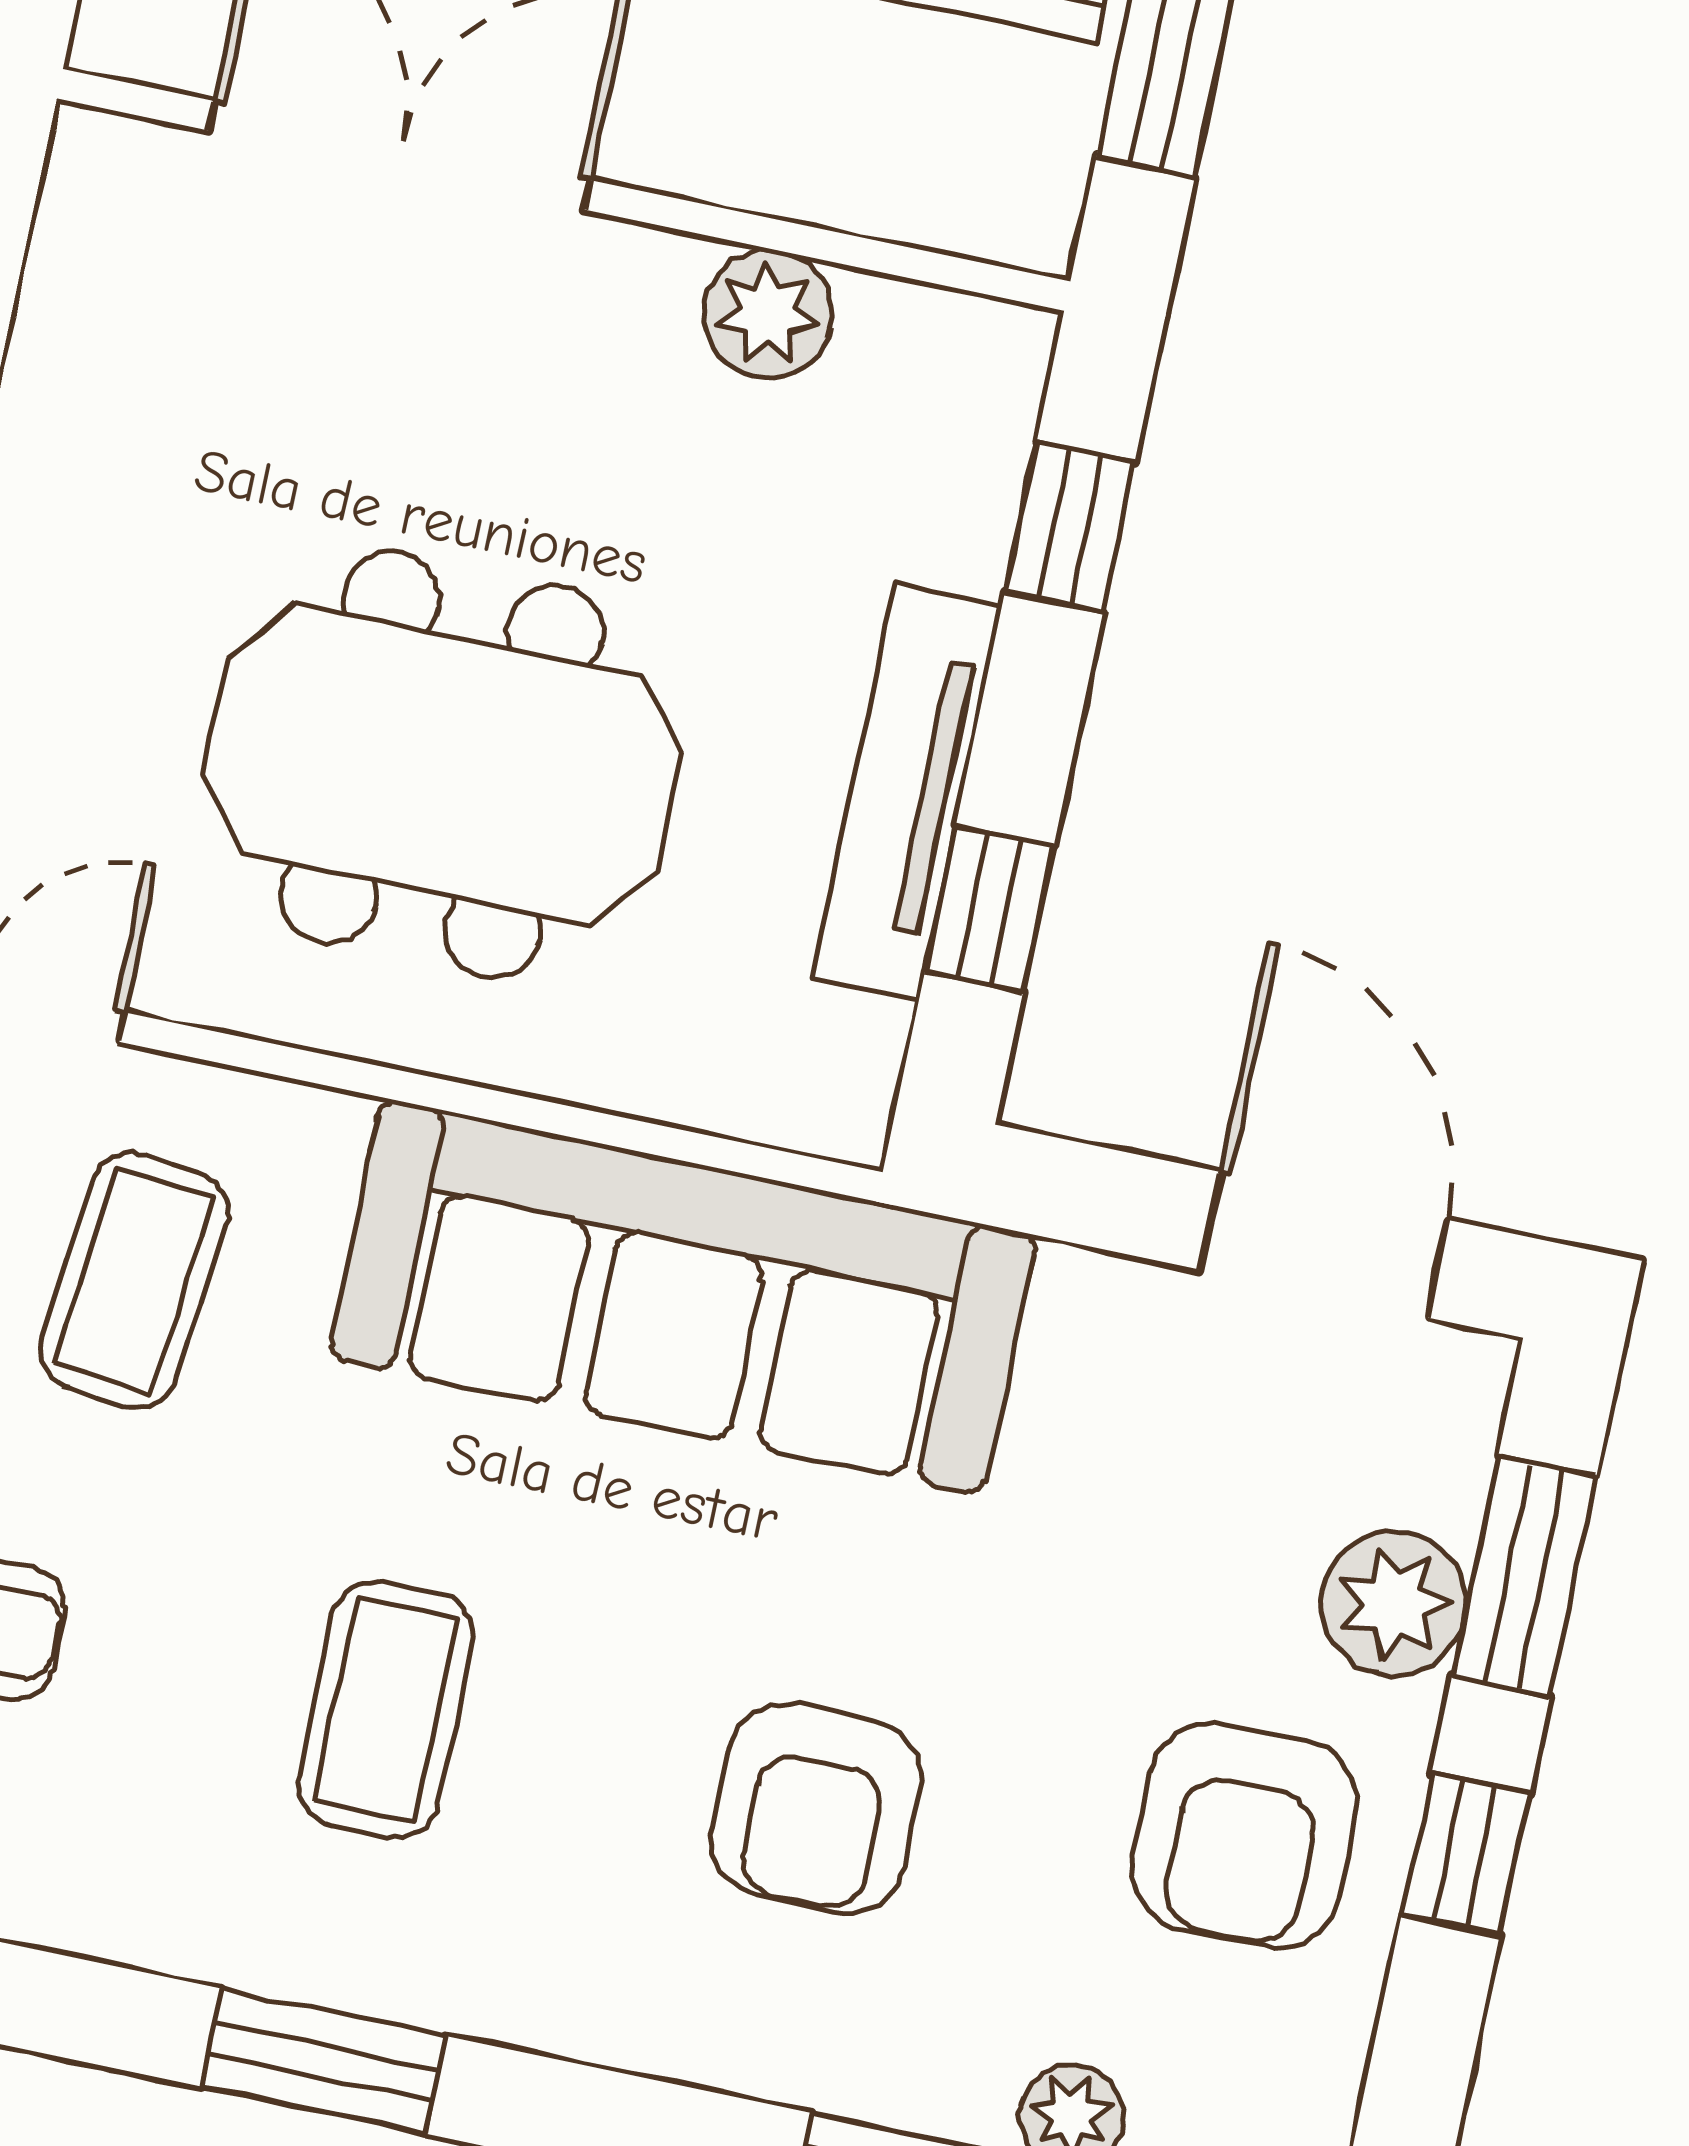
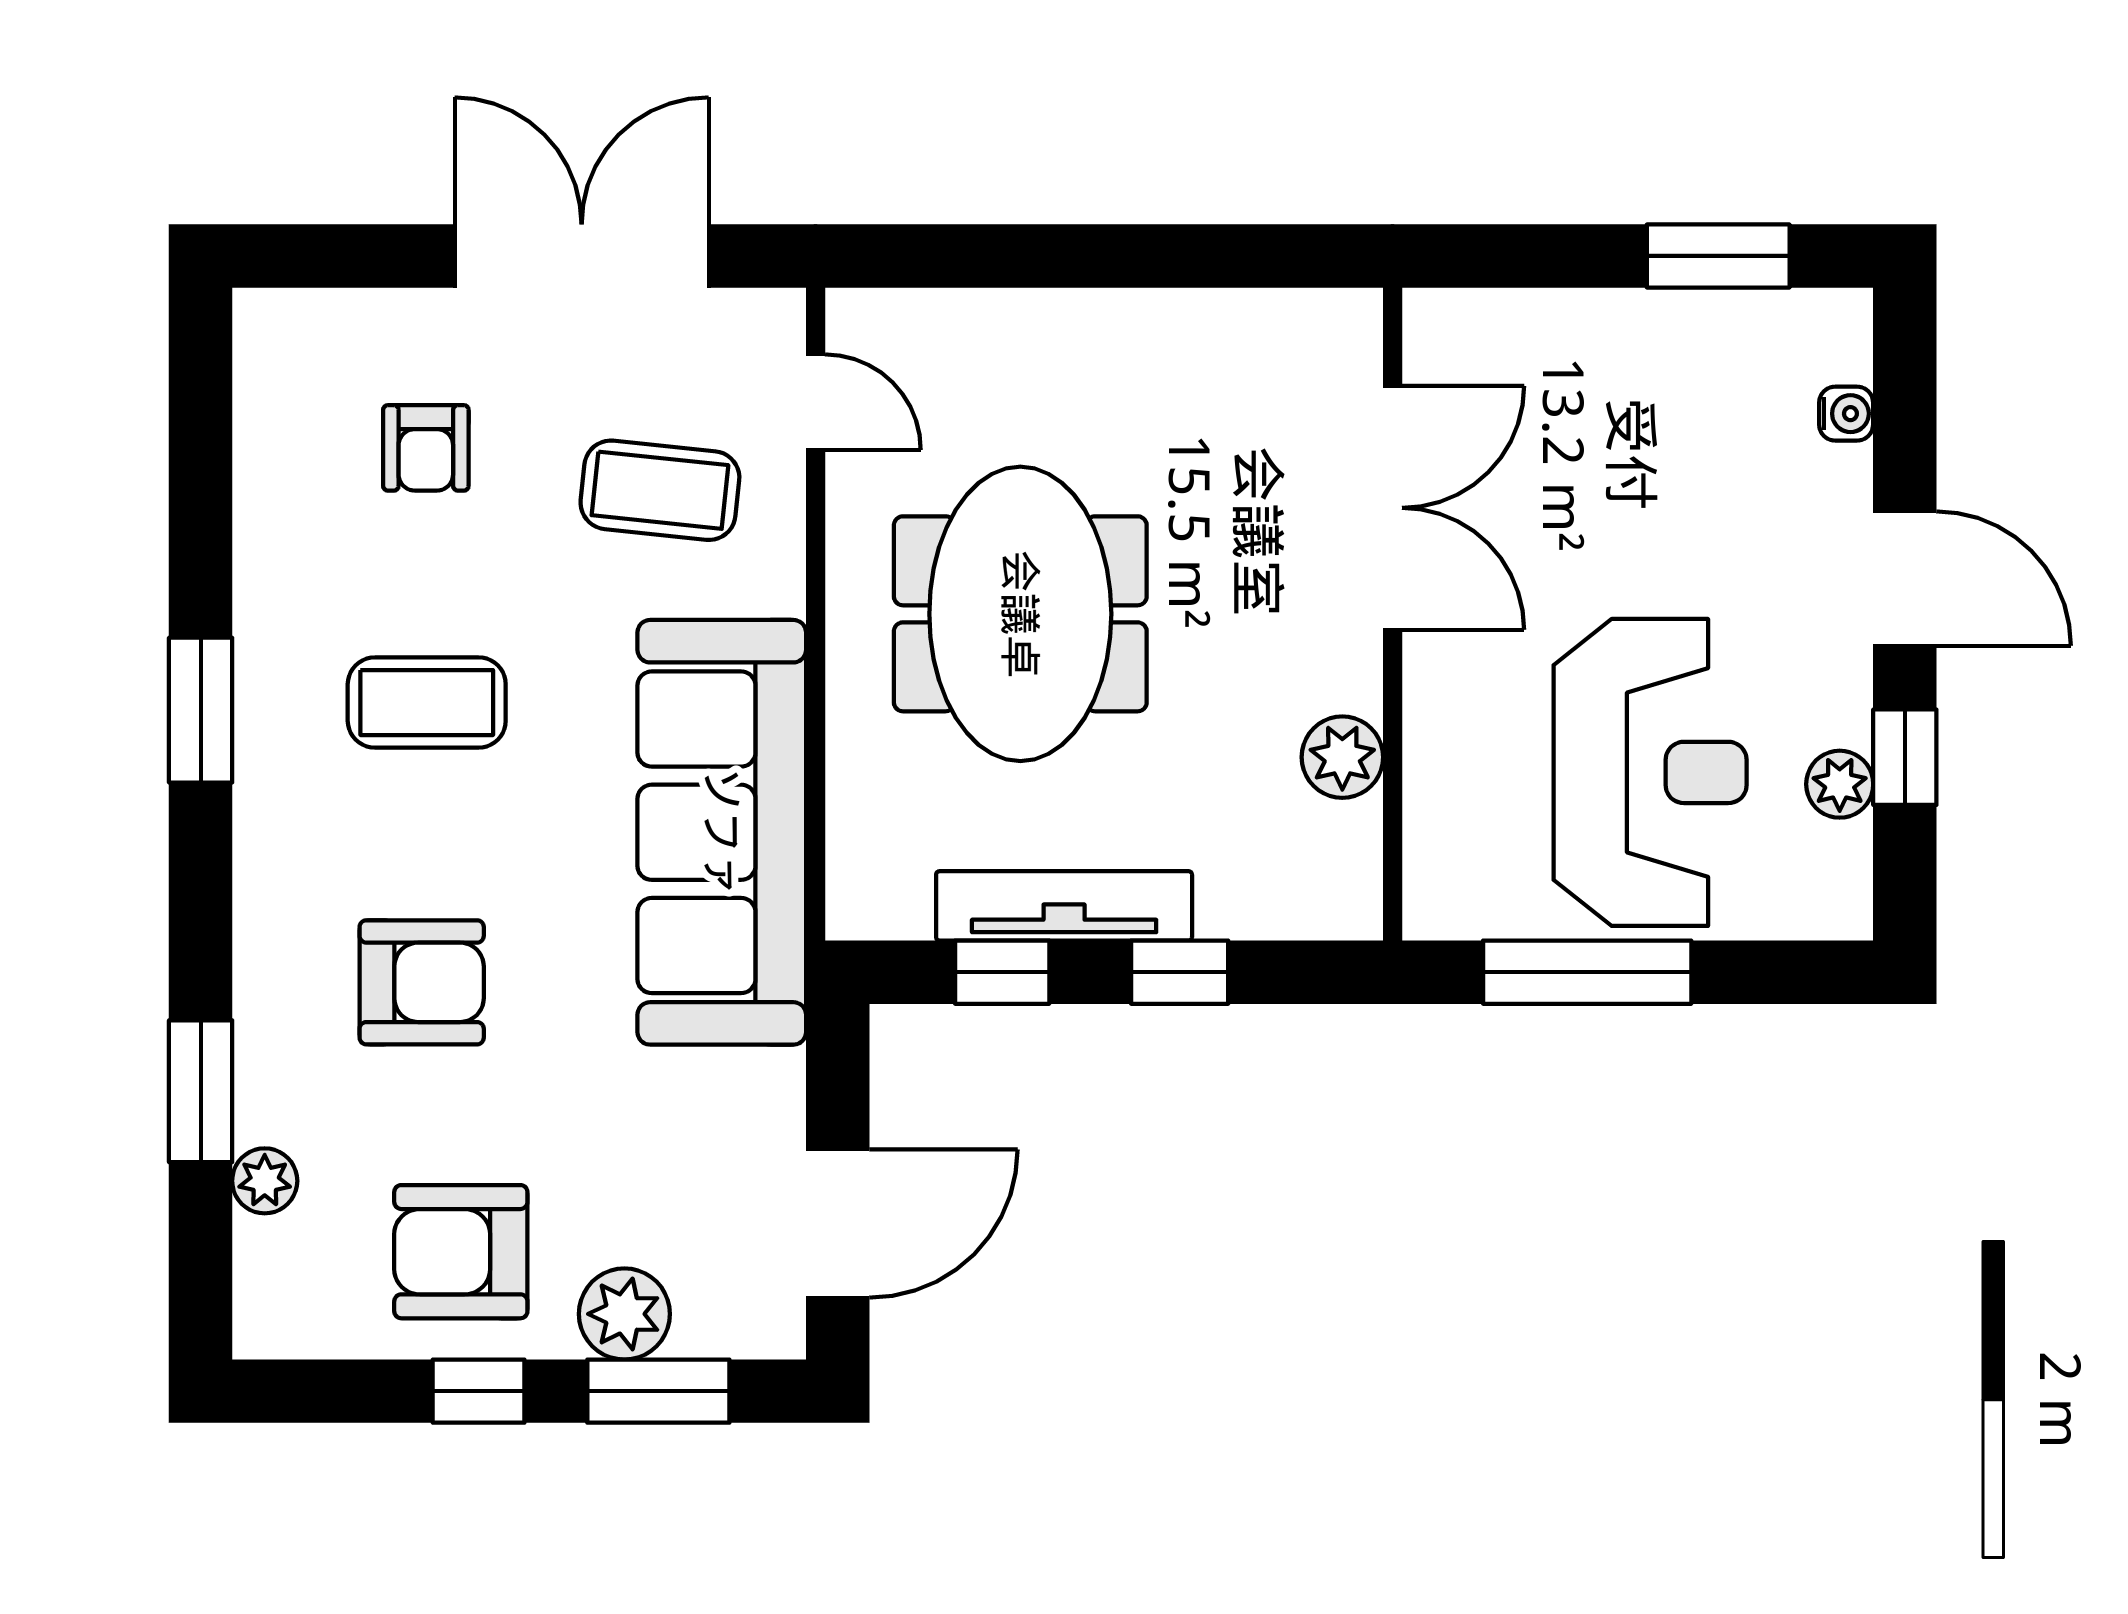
window: (1070, 527) -> (1180, 972), moved
armchair: (816, 1808) -> (422, 982), turned 180

